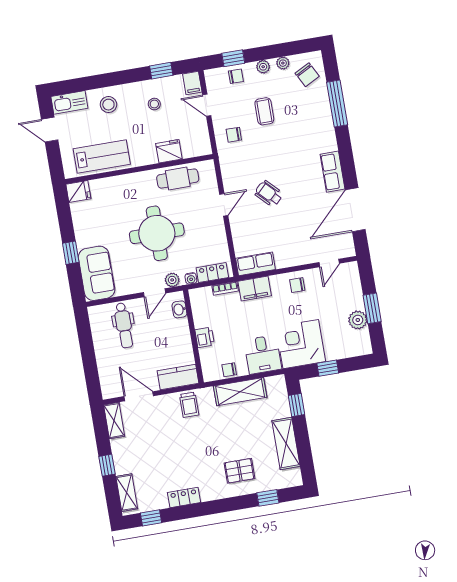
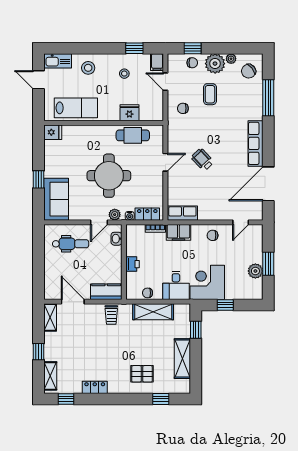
plant: (263, 67) -> (215, 64), width x1.87, depth x1.87
chair: (307, 75) -> (249, 71), turned 79
row of seats: (332, 172) -> (256, 143), width x1.48
dental chair: (124, 325) -> (71, 244), turned -90

